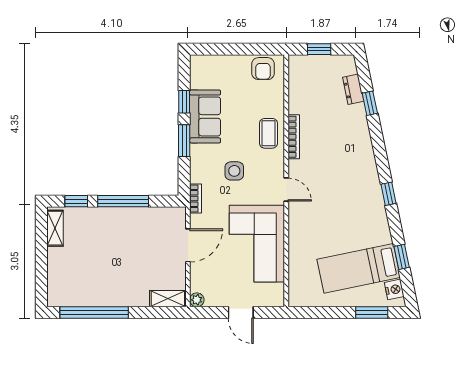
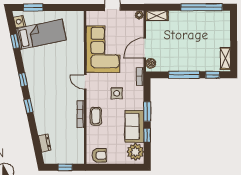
armchair: (263, 69) -> (99, 155), turned 89
plant: (204, 74) -> (135, 152), added
window: (370, 103) -> (28, 106), moved
boiler: (178, 220) -> (151, 63), added

